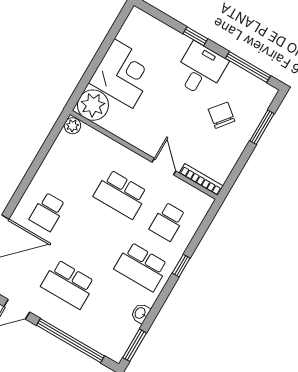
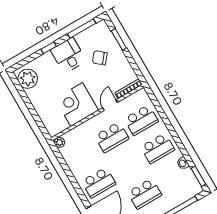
corner desk: (123, 74) -> (77, 104), moved, turned -90
plant: (93, 105) -> (28, 79), moved
door: (164, 167) -> (110, 105), hinge flipped
school desk: (48, 212) -> (99, 183), width x1.85
school desk: (168, 222) -> (141, 120), width x1.85
window: (181, 266) -> (169, 126), removed

